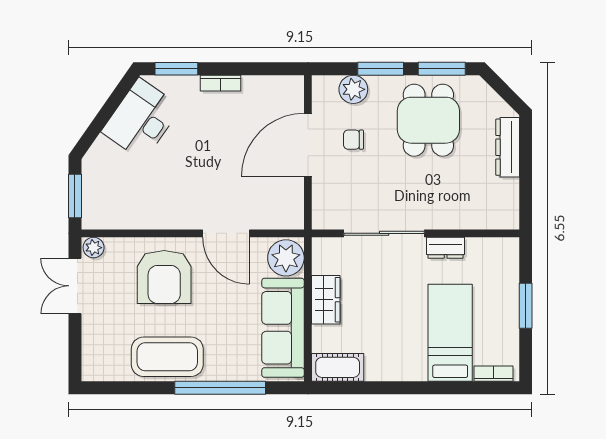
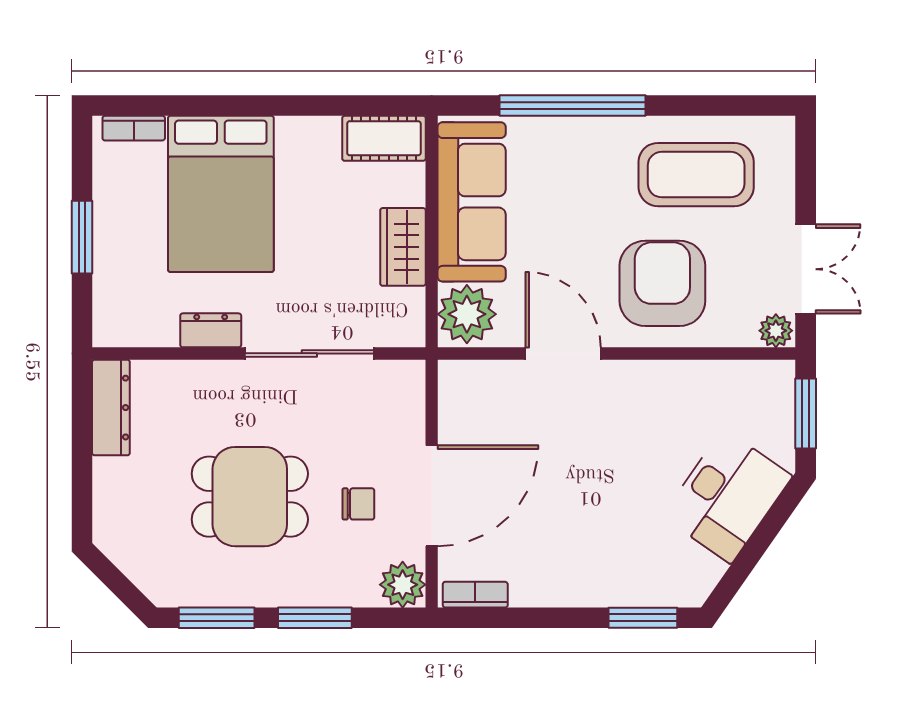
bookcase: (221, 83) -> (475, 595), moved
plant: (353, 89) -> (403, 585), moved
desk: (141, 119) -> (727, 496), moved
dining table: (428, 120) -> (250, 497), moved, turned 90
dresser: (508, 147) -> (111, 408), moved
bed: (450, 333) -> (221, 194), width x1.50
coffee table: (167, 357) -> (696, 175), moved

